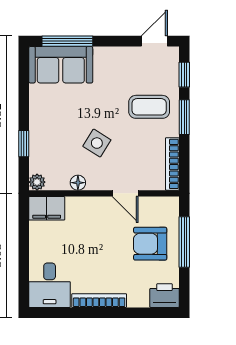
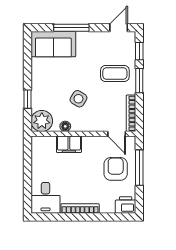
window: (67, 41) -> (71, 28), moved
plant: (37, 182) -> (42, 121), width x1.87, depth x1.87
door: (125, 193) -> (117, 134), moved
filing cabinet: (47, 208) -> (69, 144), moved
armchair: (150, 244) -> (116, 169), turned 90

